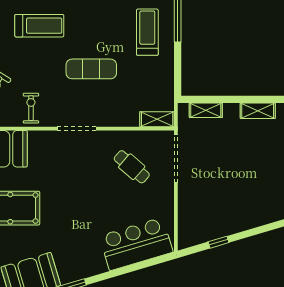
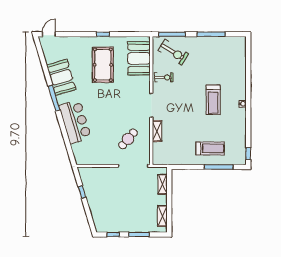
treadmill: (39, 26) -> (213, 100), moved
exercise mat: (91, 69) -> (188, 114), removed
shelving: (157, 119) -> (157, 131), moved
bar counter: (136, 244) -> (75, 122), moved

